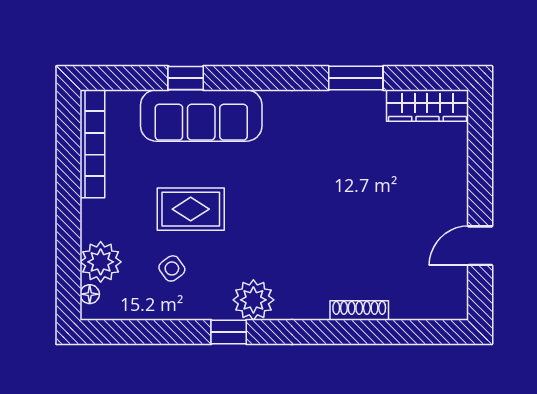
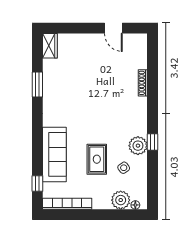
window: (186, 78) -> (37, 184), moved
wardrobe: (427, 106) -> (50, 46), width x0.67
plant: (253, 300) -> (138, 146), moved

